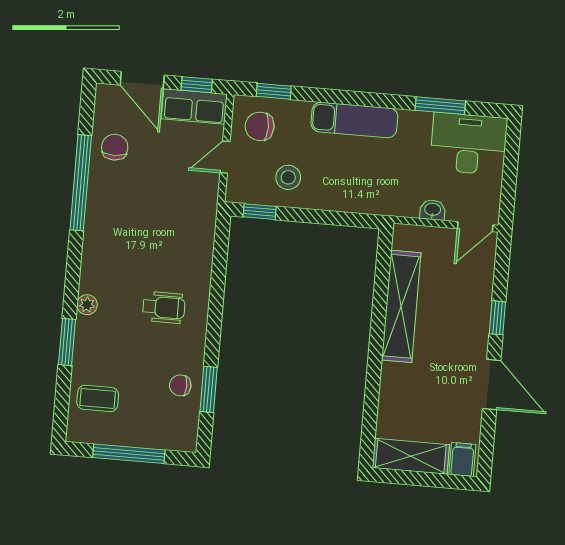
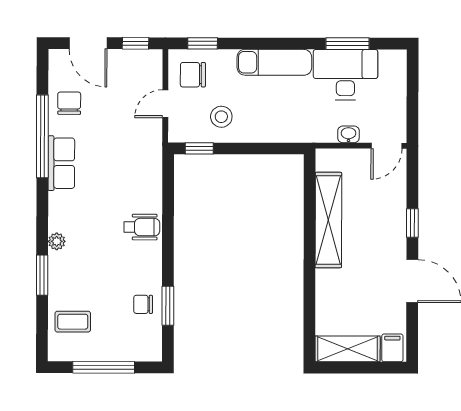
row of seats: (194, 106) -> (61, 163), moved, turned -90
desk: (469, 144) -> (345, 75), moved
wheelchair: (164, 307) -> (142, 227), moved

